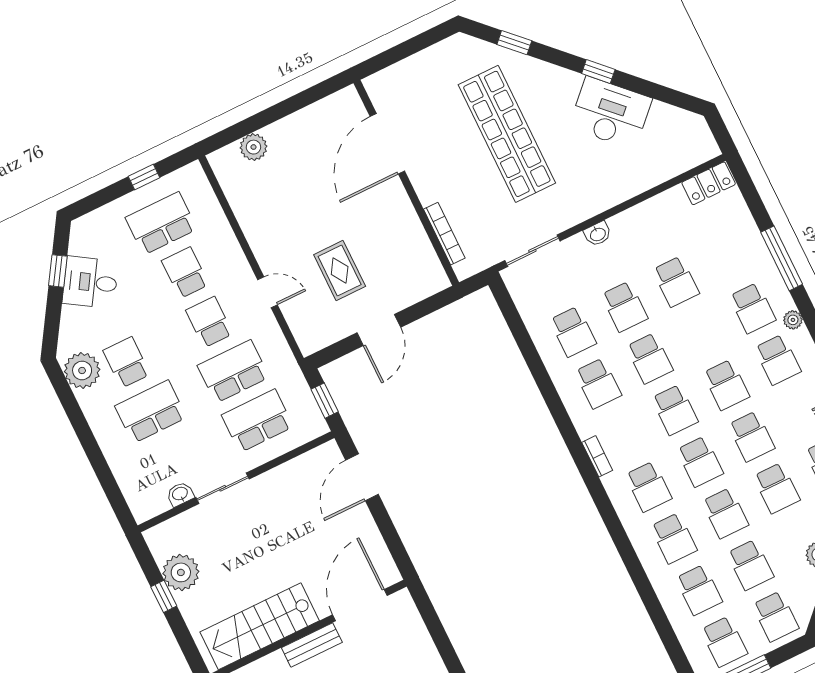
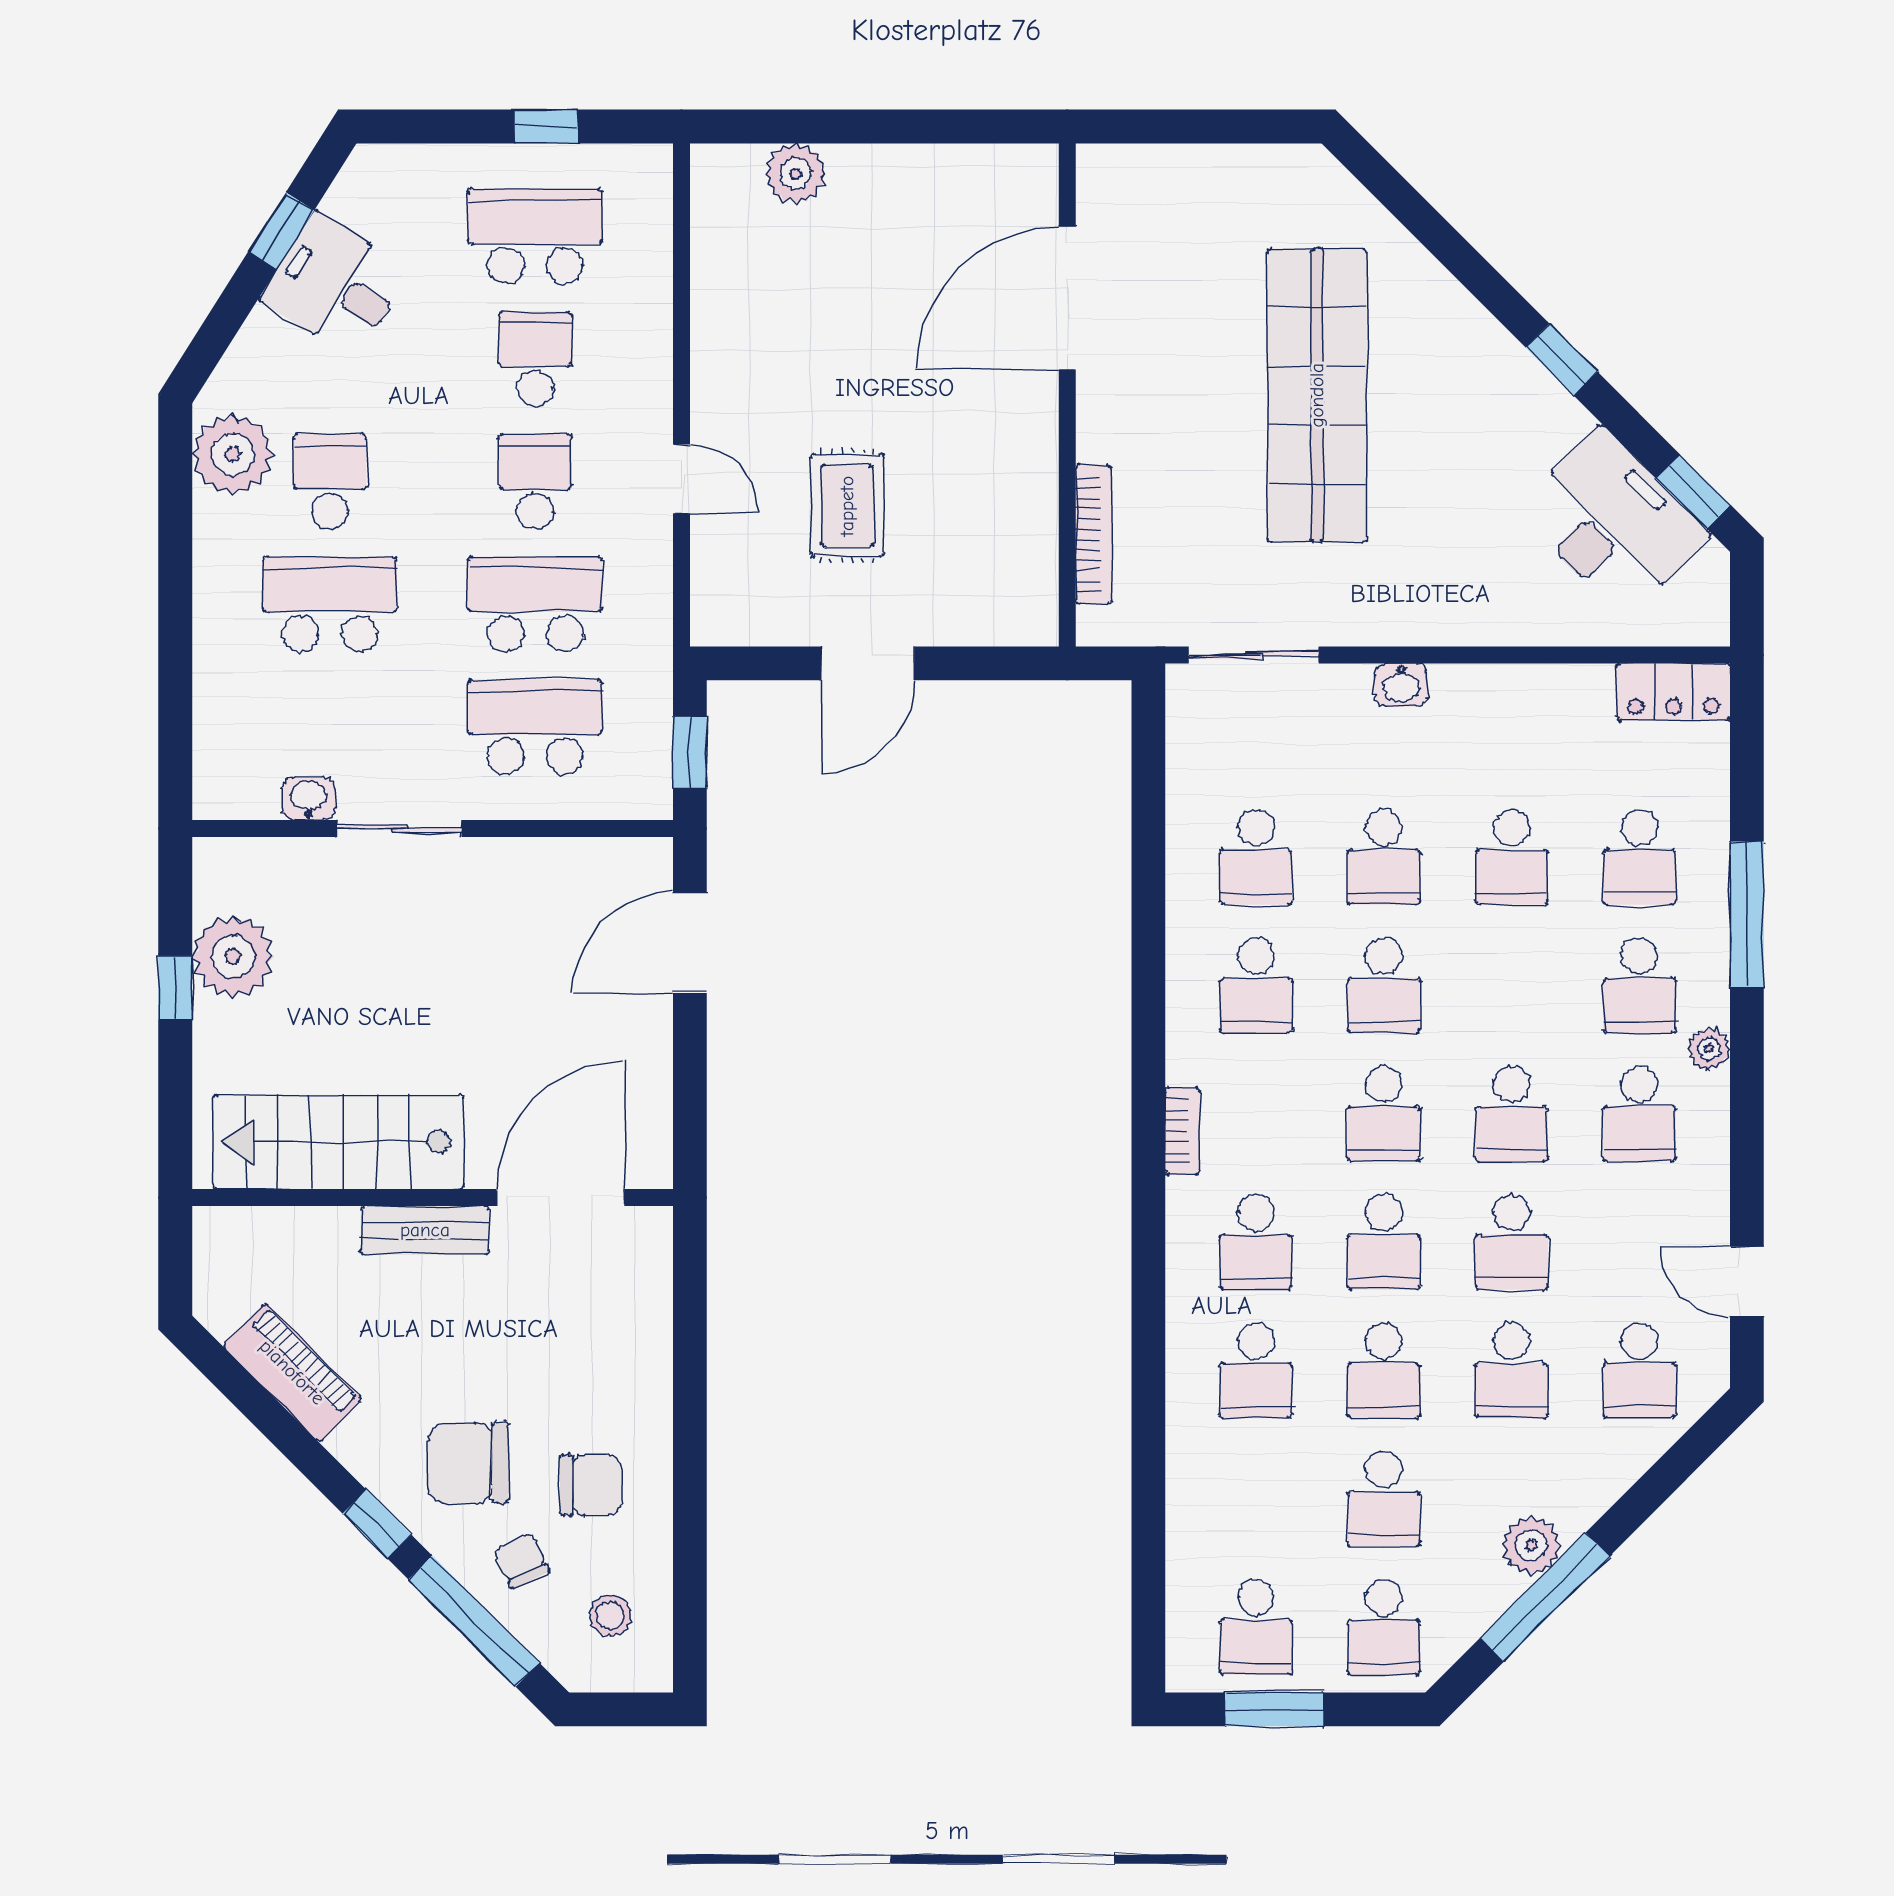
window: (514, 43) -> (1694, 492), moved
desk: (610, 113) -> (1613, 522), moved
school desk: (699, 590) -> (1639, 857), moved

